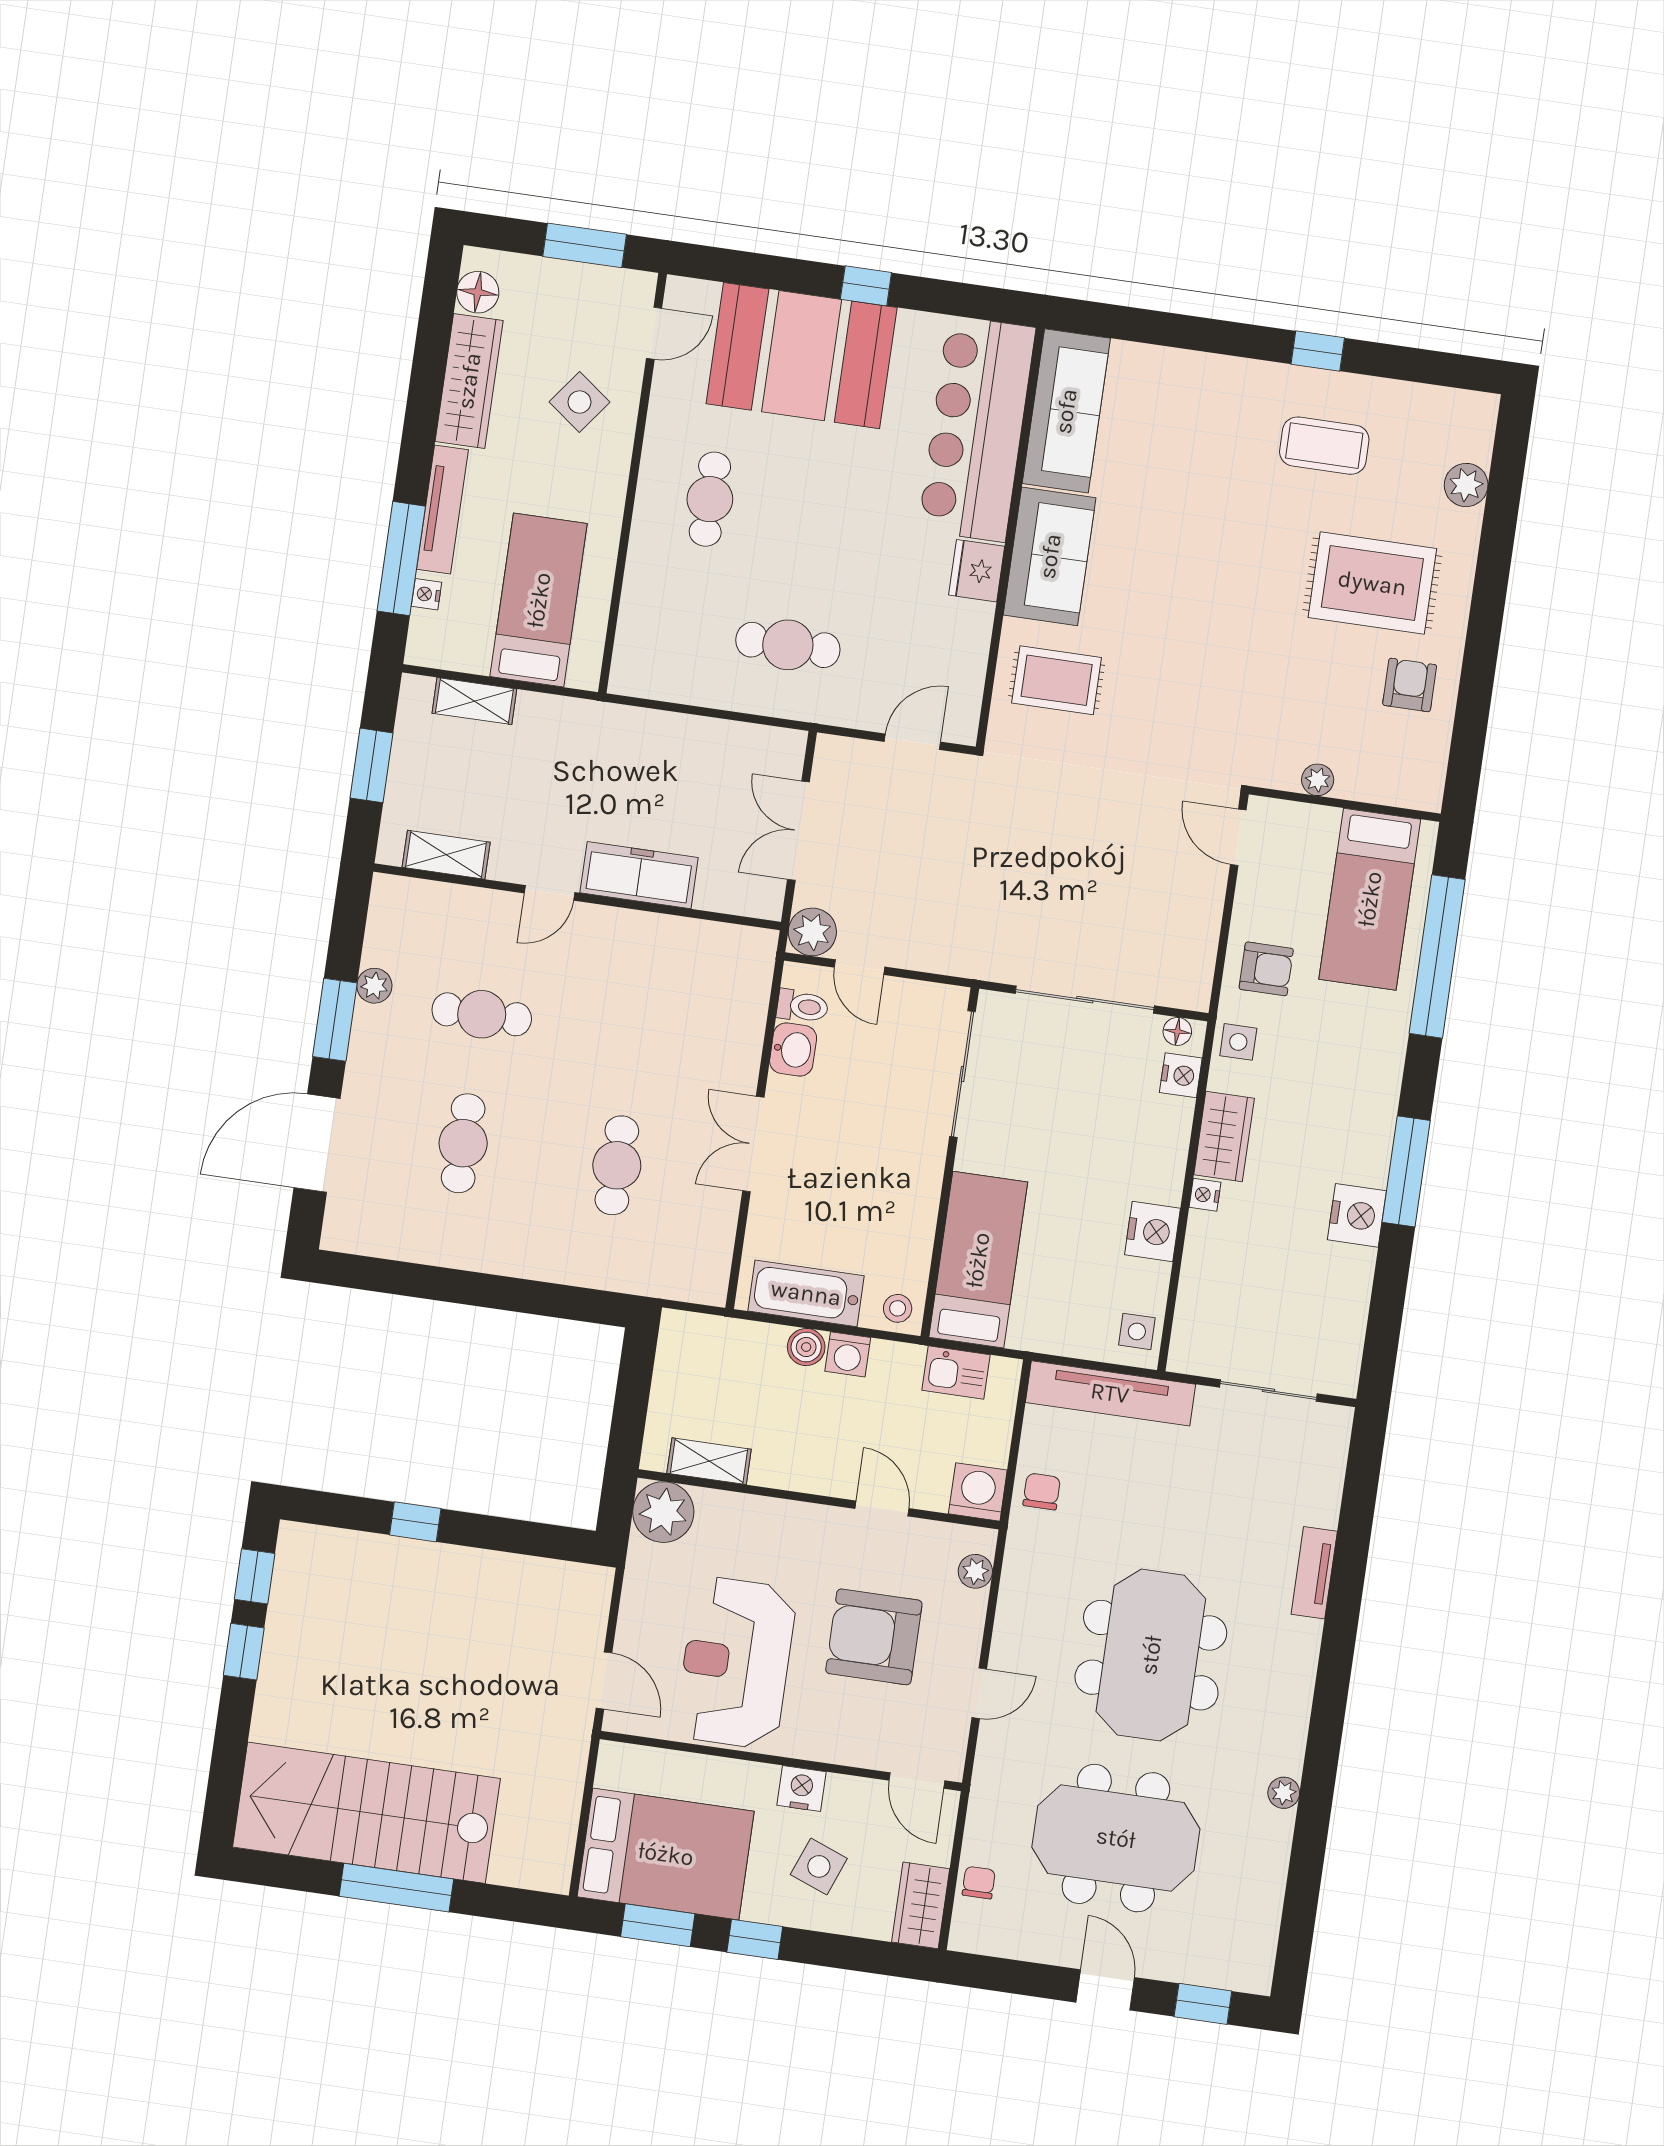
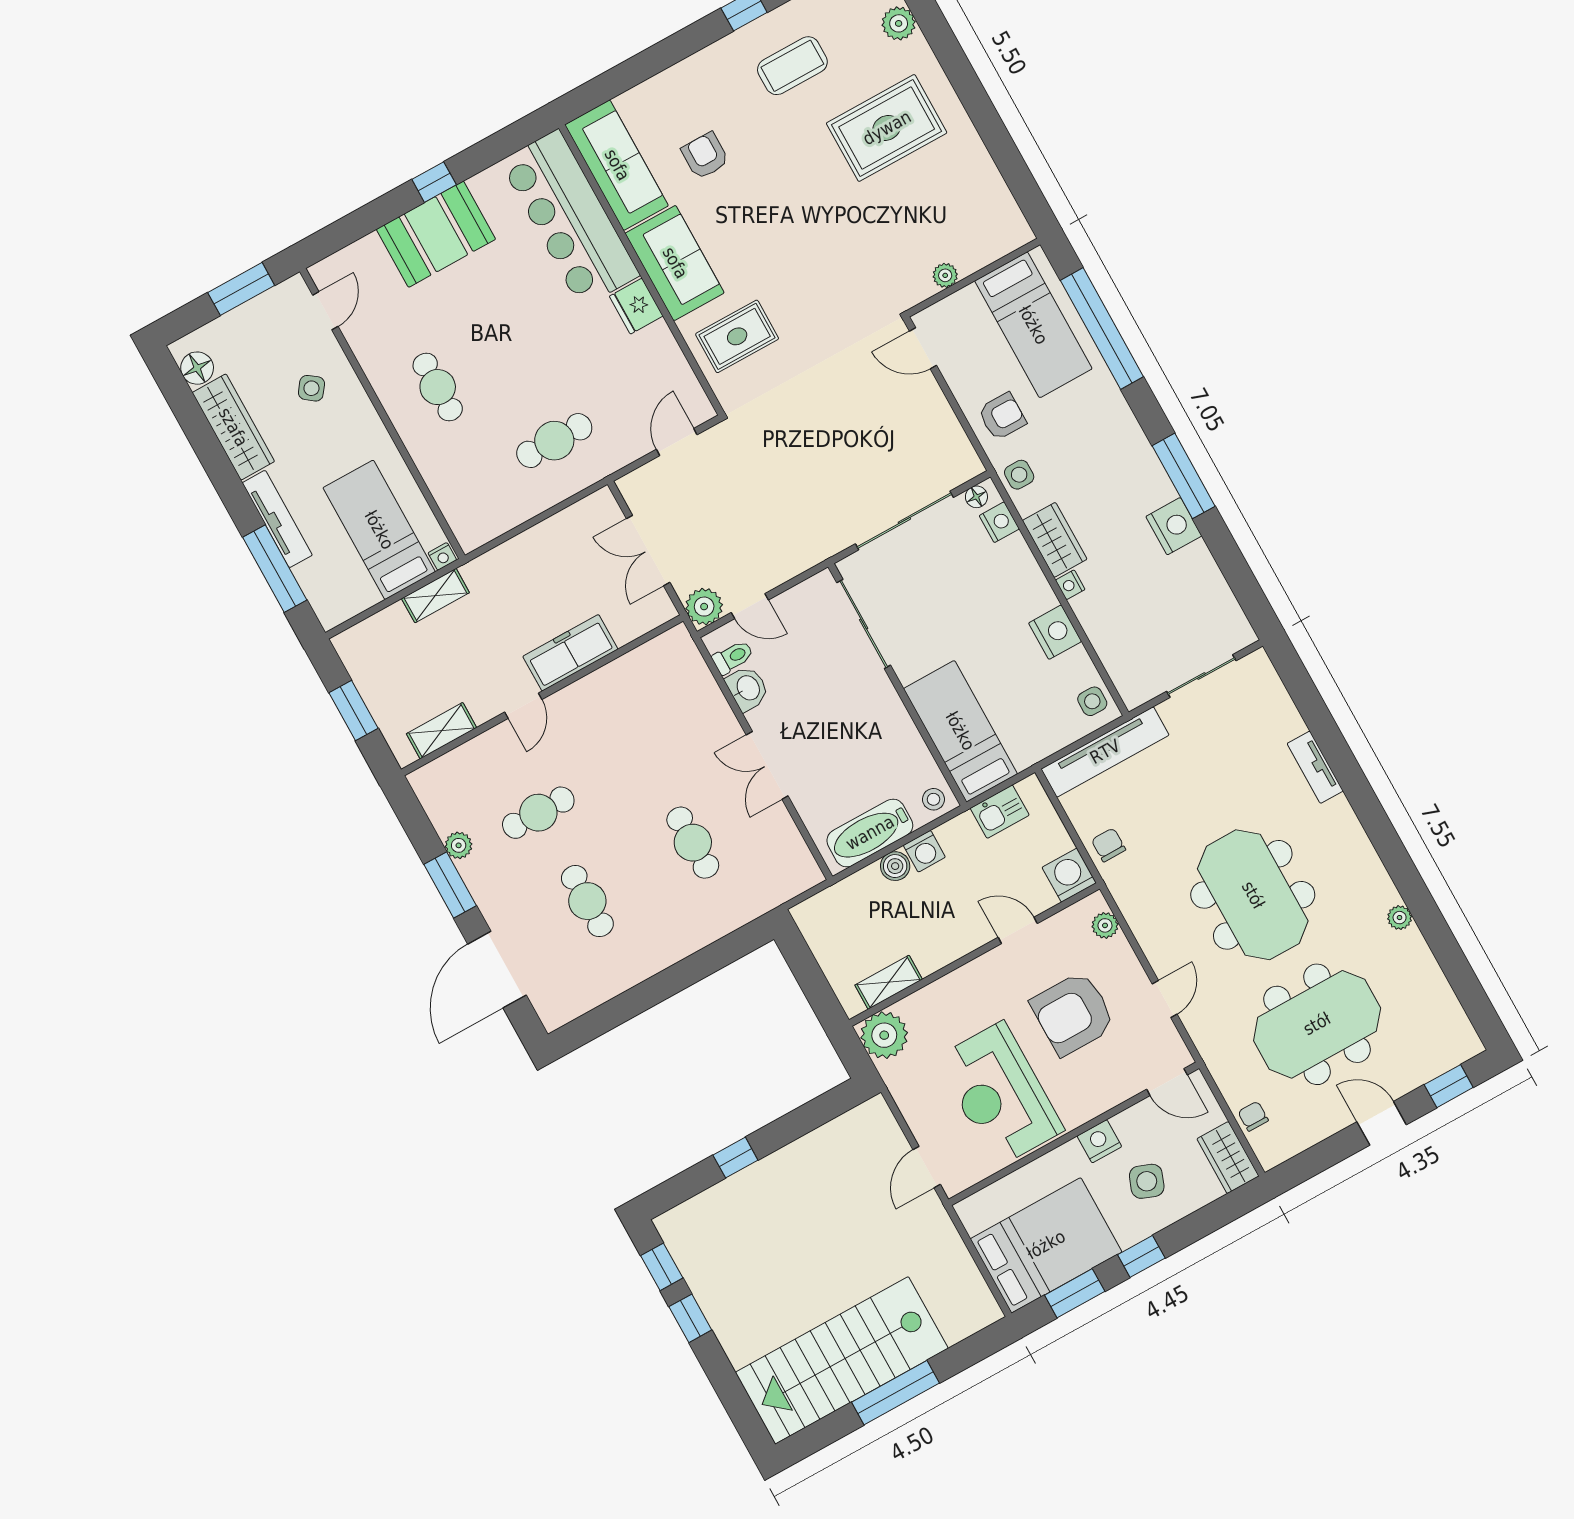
booth: (802, 356) -> (436, 234), width x0.73, depth x0.70
side table: (579, 402) -> (311, 388), width x0.73, depth x0.73
nightstand: (426, 594) -> (442, 556), moved, turned -90
armchair: (1410, 685) -> (705, 156), moved
shelving: (474, 701) -> (435, 596), moved
door: (604, 1680) -> (927, 1167), swing flipped

